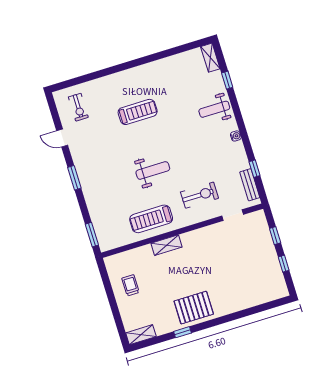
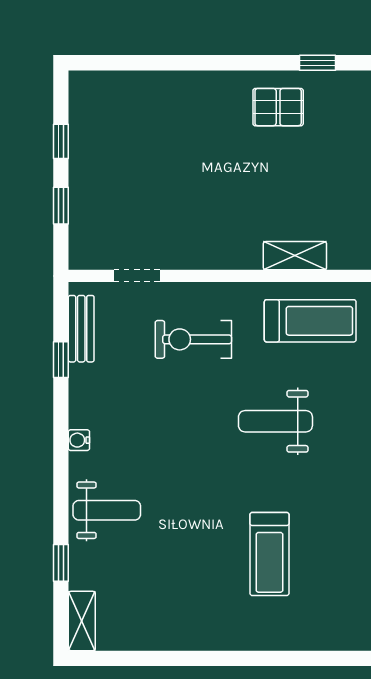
treadmill: (138, 112) -> (269, 554), turned -90
pallet: (194, 308) -> (278, 107), width x0.67, depth x0.71

